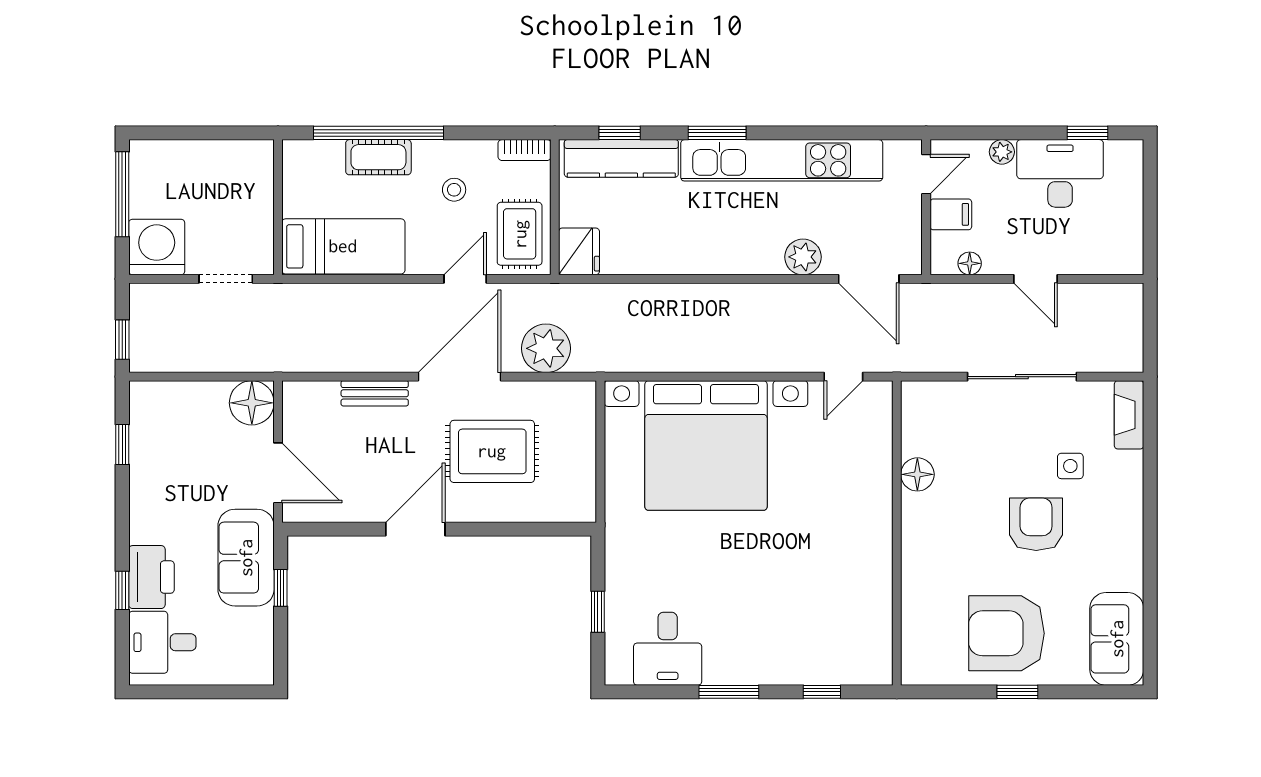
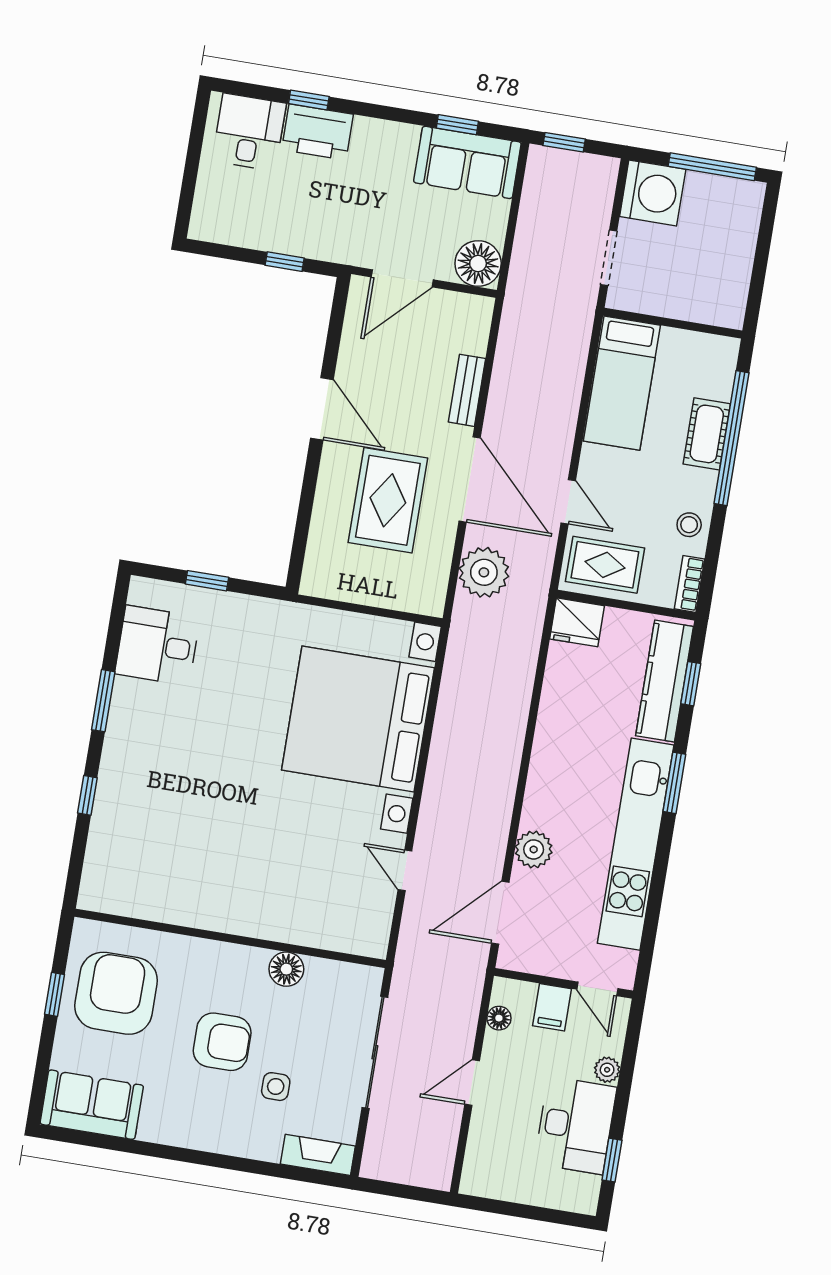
stool: (454, 190) -> (689, 525), moved
floor lamp: (917, 474) -> (286, 969), moved
wall: (897, 533) -> (230, 938), moved
sofa: (246, 558) -> (467, 162), moved, turned 180

